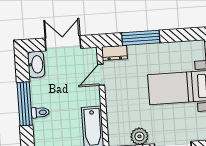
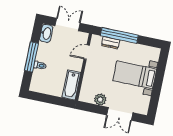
window: (141, 38) -> (119, 35), width x1.46
dresser: (114, 53) -> (111, 43), moved

